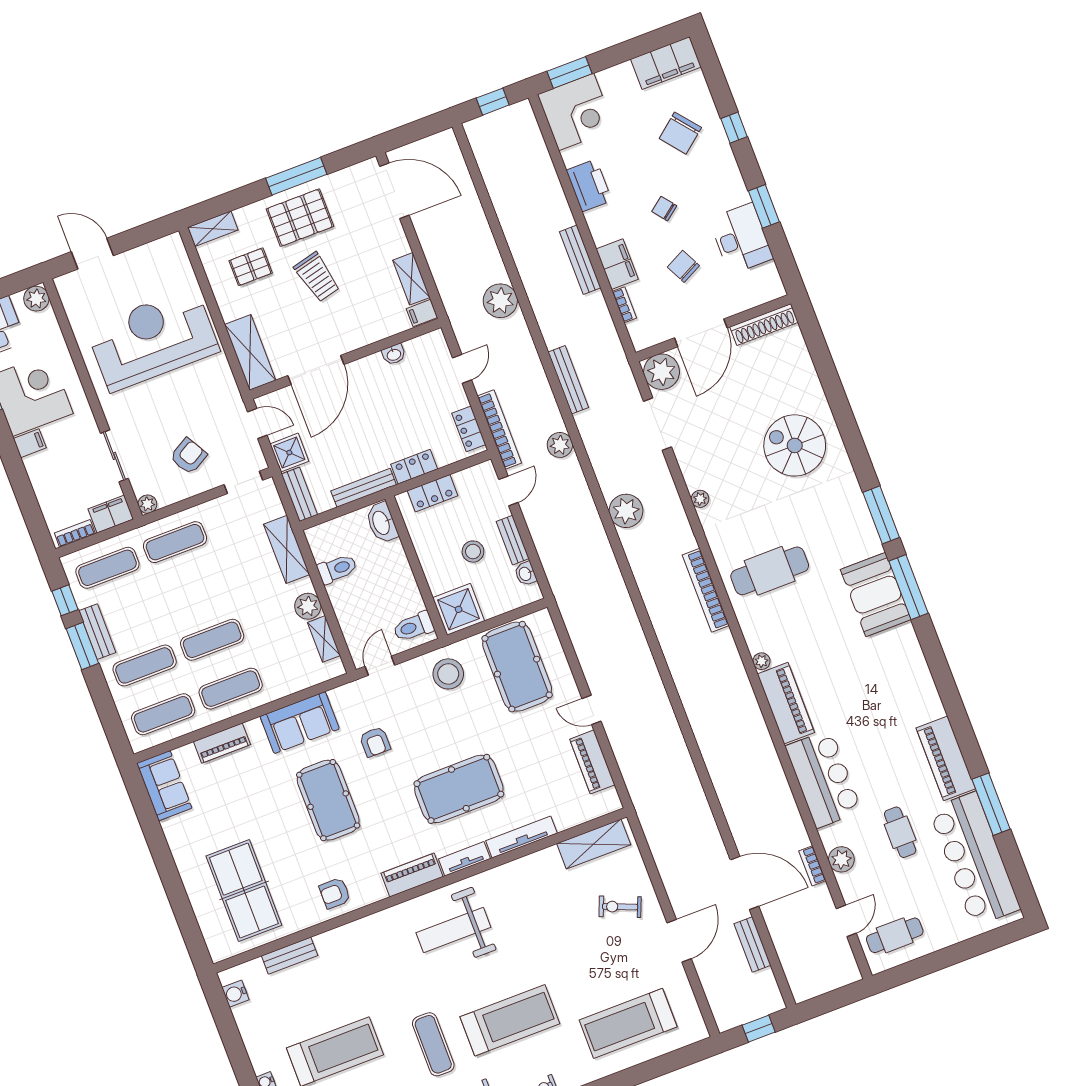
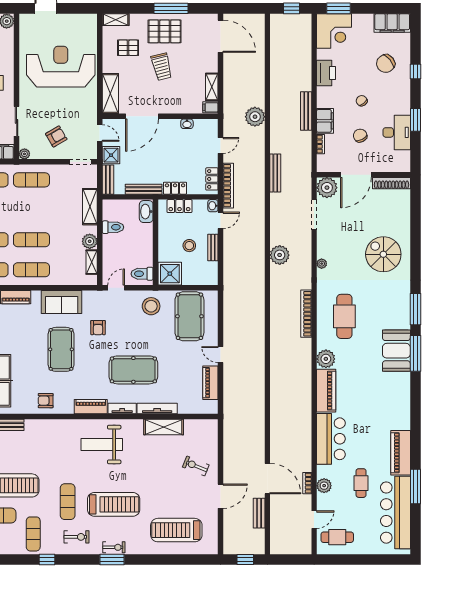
plant: (560, 445) -> (258, 206), removed
cafe table: (770, 571) -> (344, 316), turned 90
washbasin: (525, 574) -> (213, 206), moved
plant: (761, 661) -> (326, 359), width x1.88, depth x1.88
shelving: (594, 844) -> (164, 427), moved

